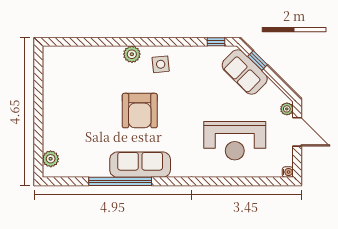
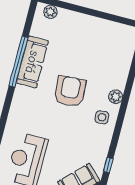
armchair: (140, 111) -> (70, 91), turned 86
sofa: (140, 165) -> (32, 62), moved

